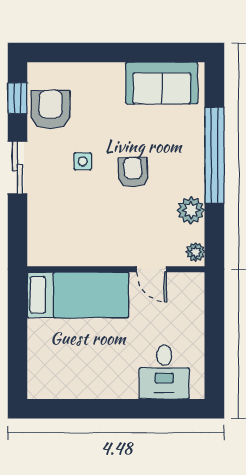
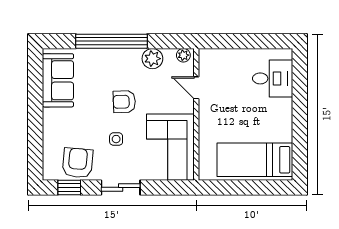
armchair: (51, 110) -> (78, 163), turned 95
corner sofa: (72, 234) -> (170, 147), added
door: (152, 269) -> (196, 88), swing flipped
bed: (78, 295) -> (255, 160), moved, turned -90

